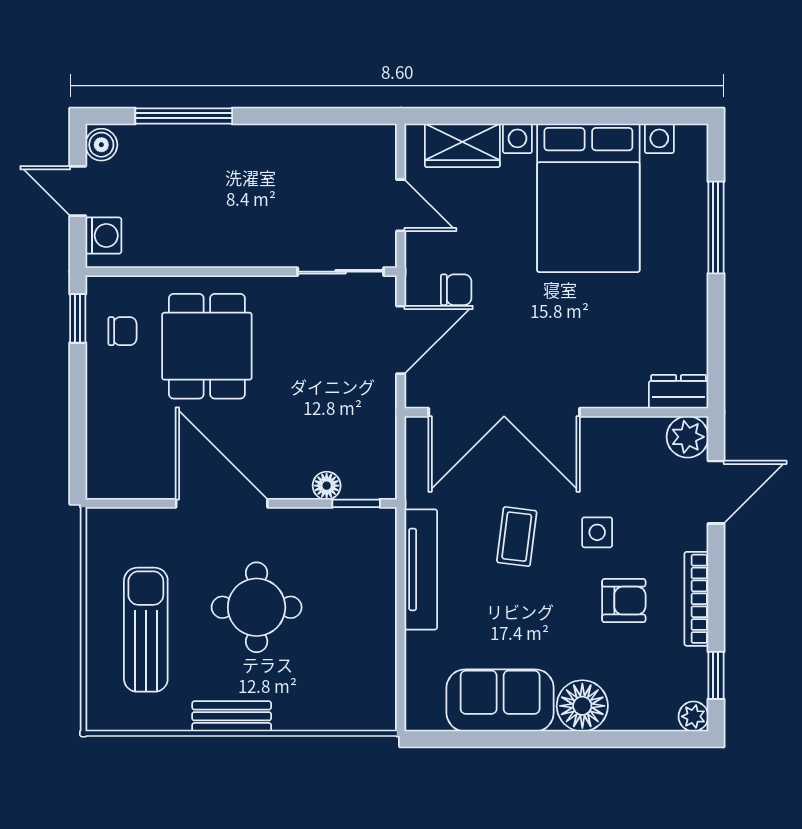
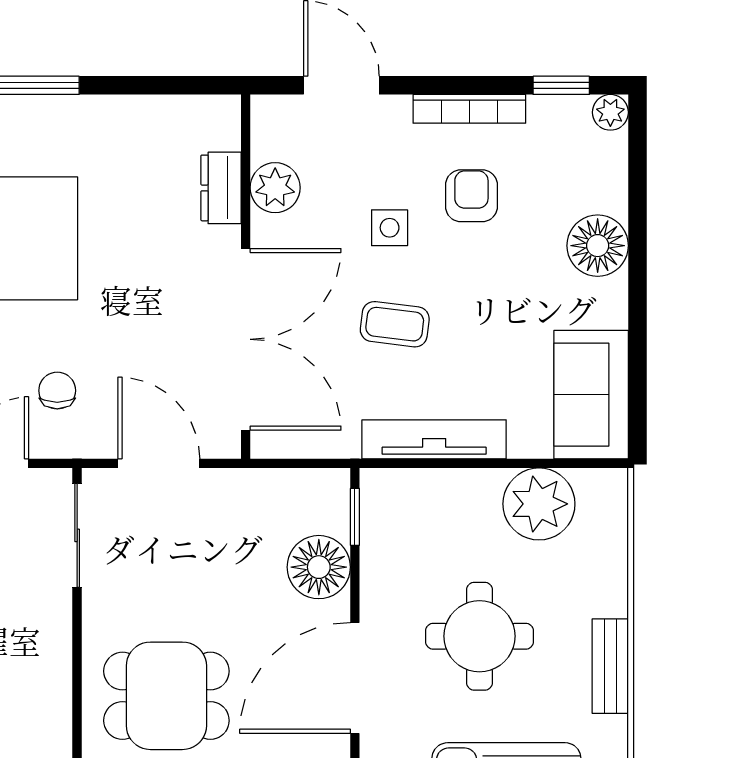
chair: (456, 290) -> (57, 391), moved
dresser: (679, 392) -> (221, 188), moved
plant: (688, 437) -> (275, 188), moved
floor lamp: (327, 486) -> (319, 567), width x1.89, depth x1.89
plant: (367, 657) -> (539, 504), added
sofa: (500, 700) -> (591, 395), moved

